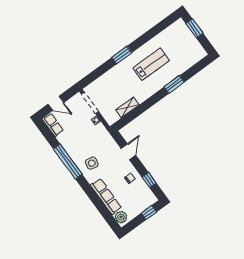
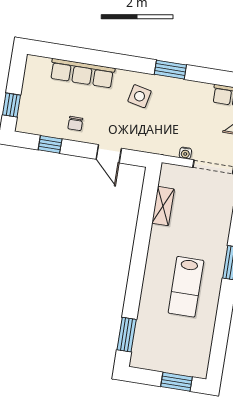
window: (174, 85) -> (127, 335), moved
window: (68, 161) -> (170, 70), width x0.47
plant: (121, 217) -> (40, 66), removed

